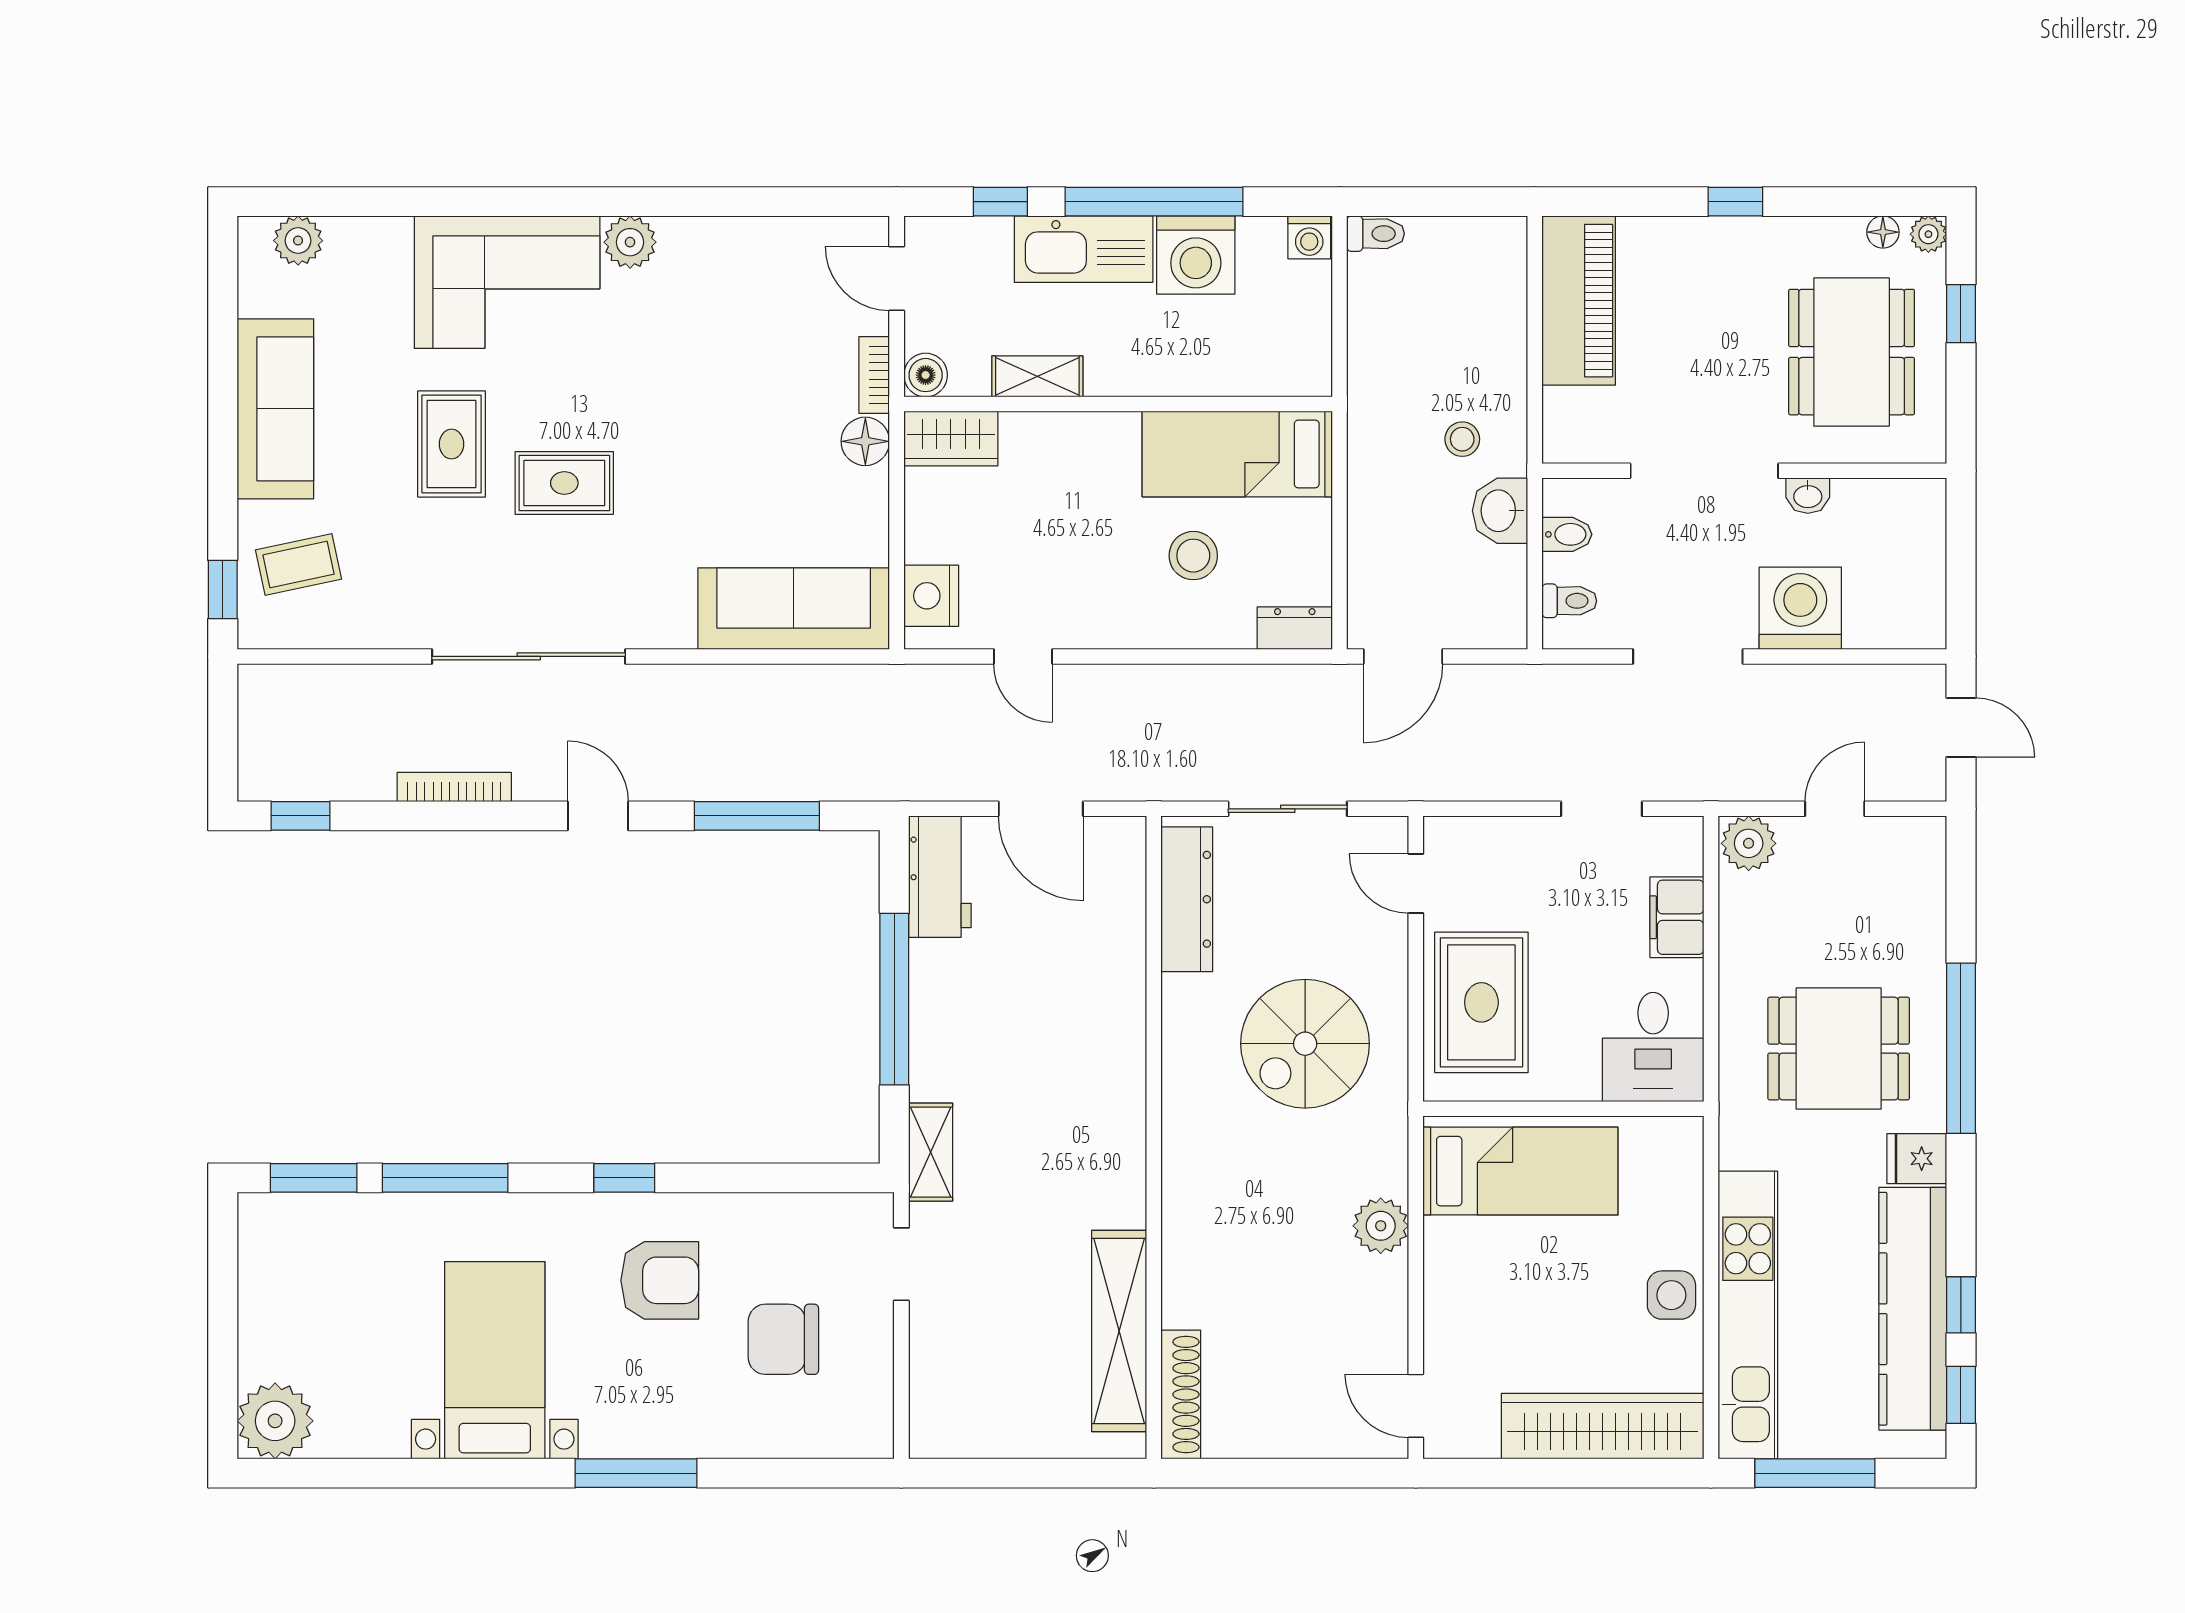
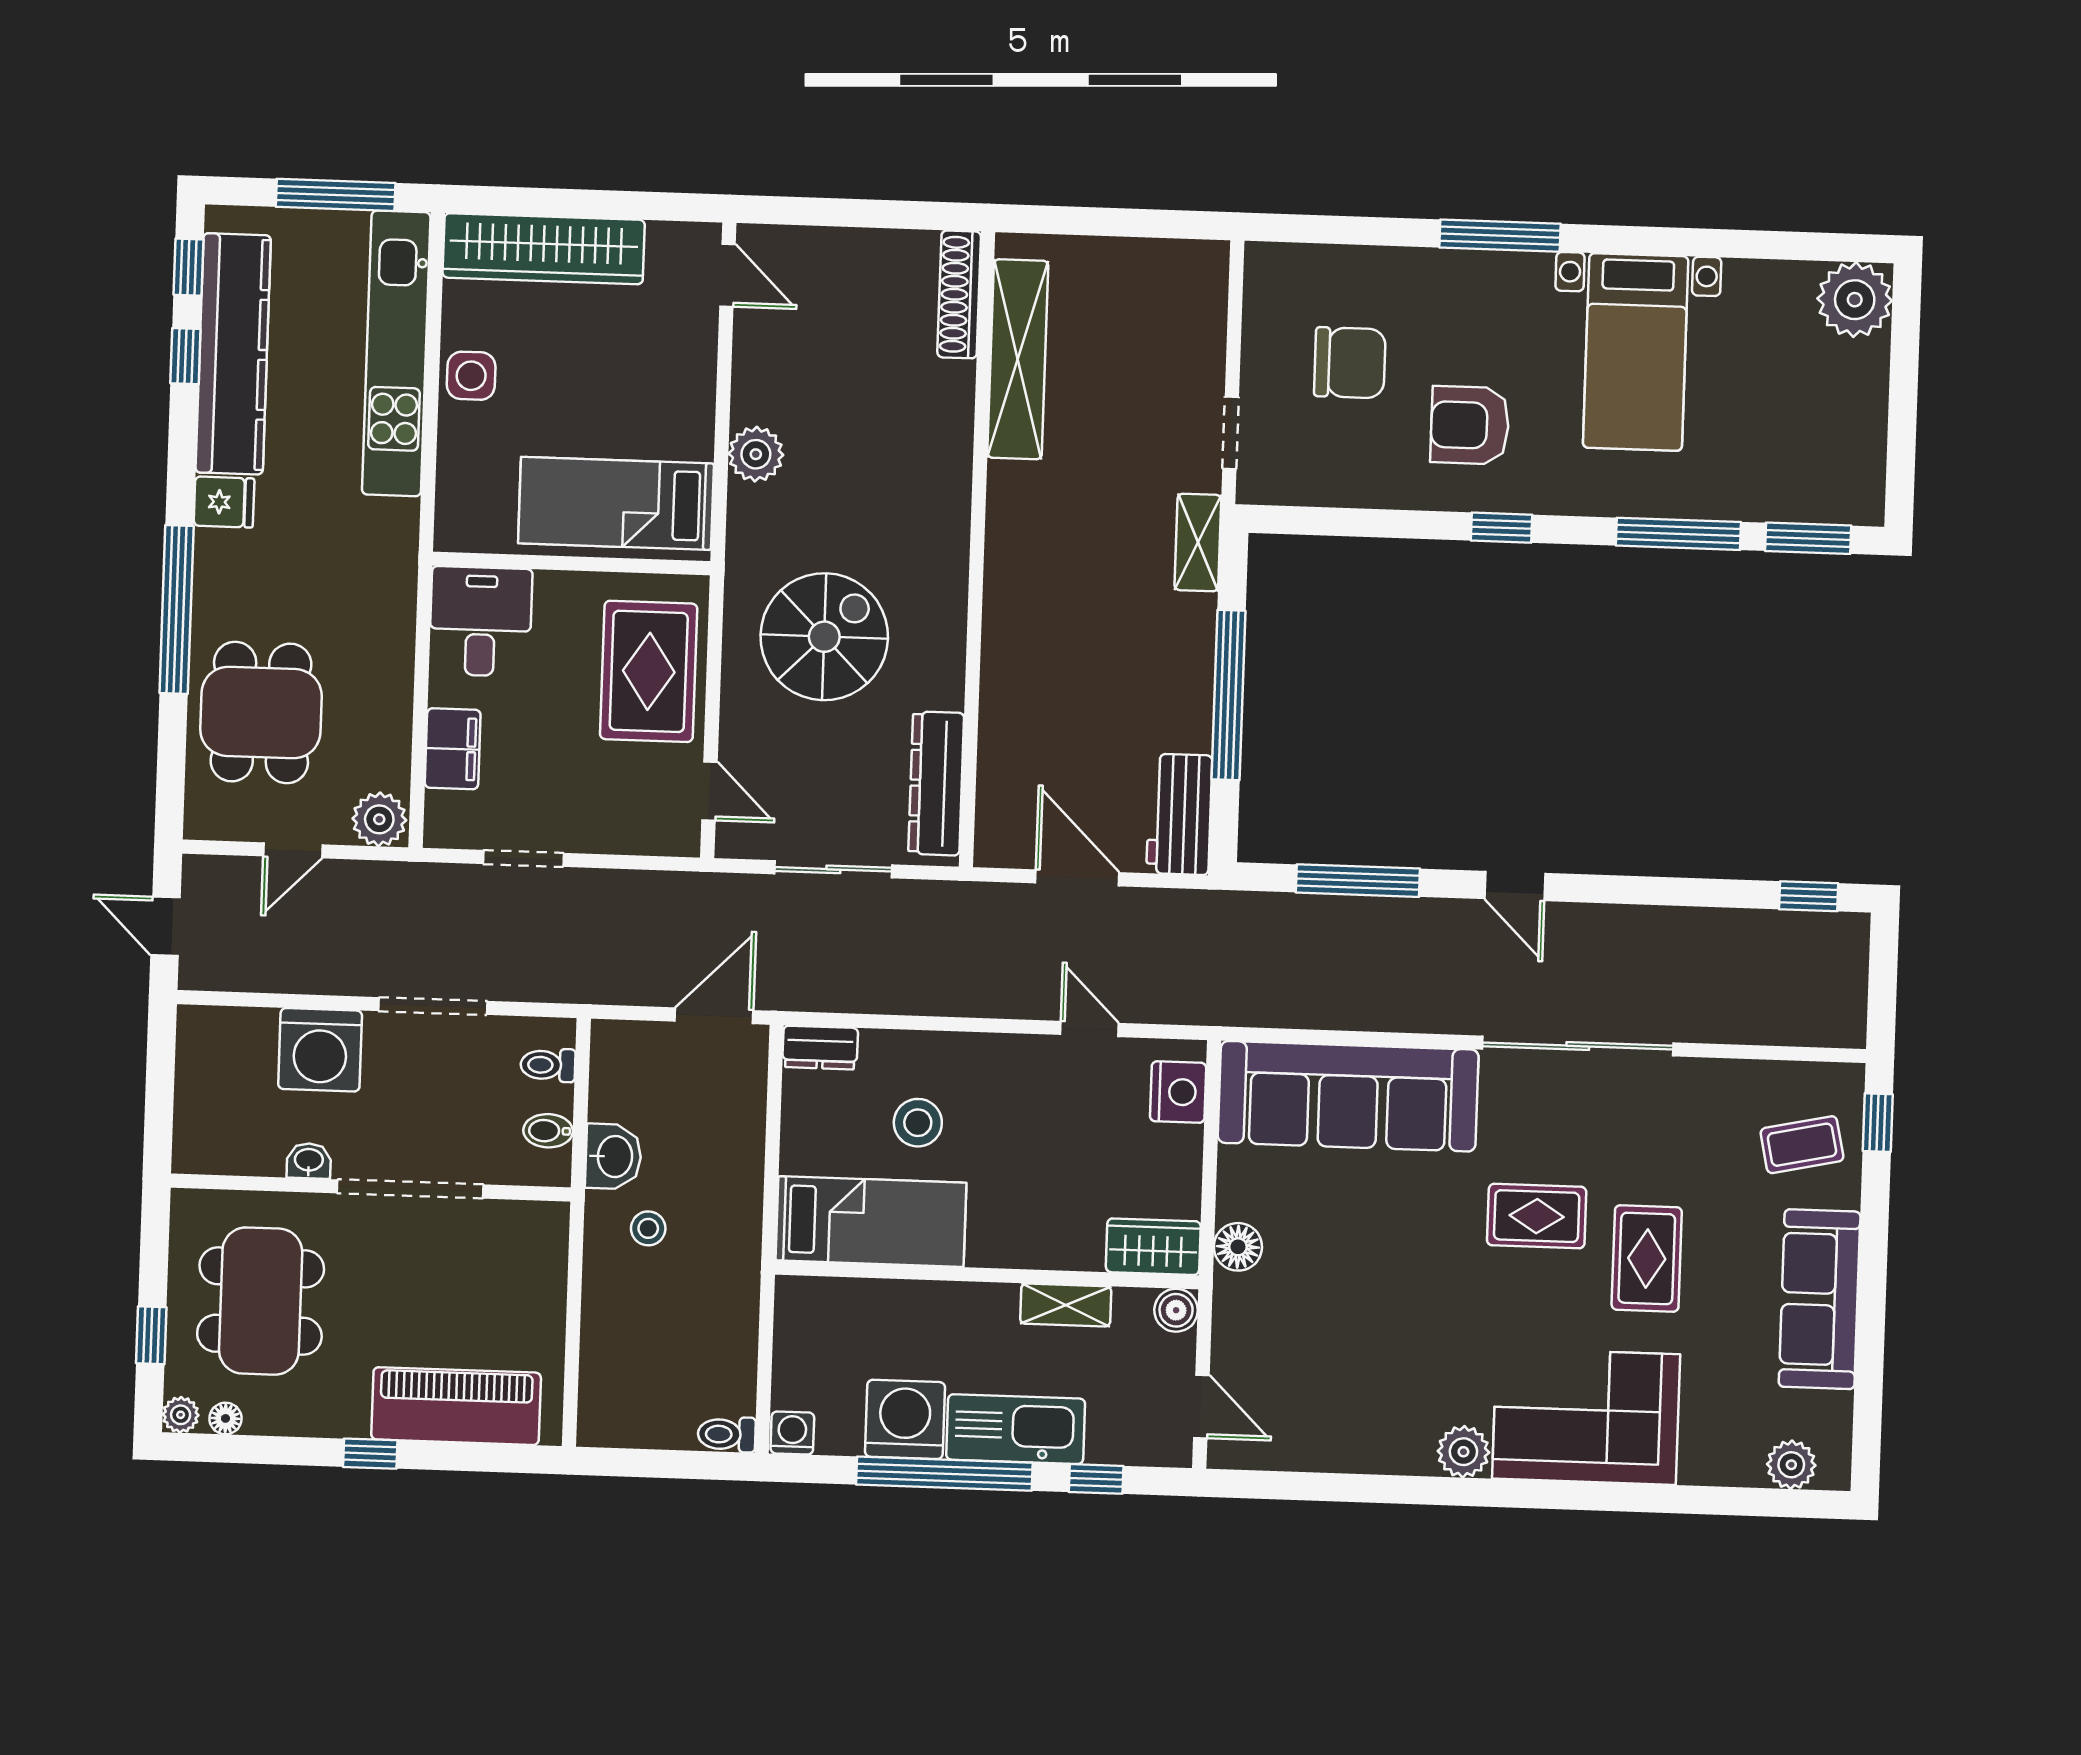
piano: (1579, 301) -> (456, 1406), moved, turned 90
bookcase: (874, 375) -> (1227, 1312), removed
sofa: (794, 609) -> (1348, 1096), width x1.36, depth x1.27
bookcase: (454, 787) -> (1656, 920), removed
dining table: (1839, 1049) -> (261, 713), moved, turned 90

